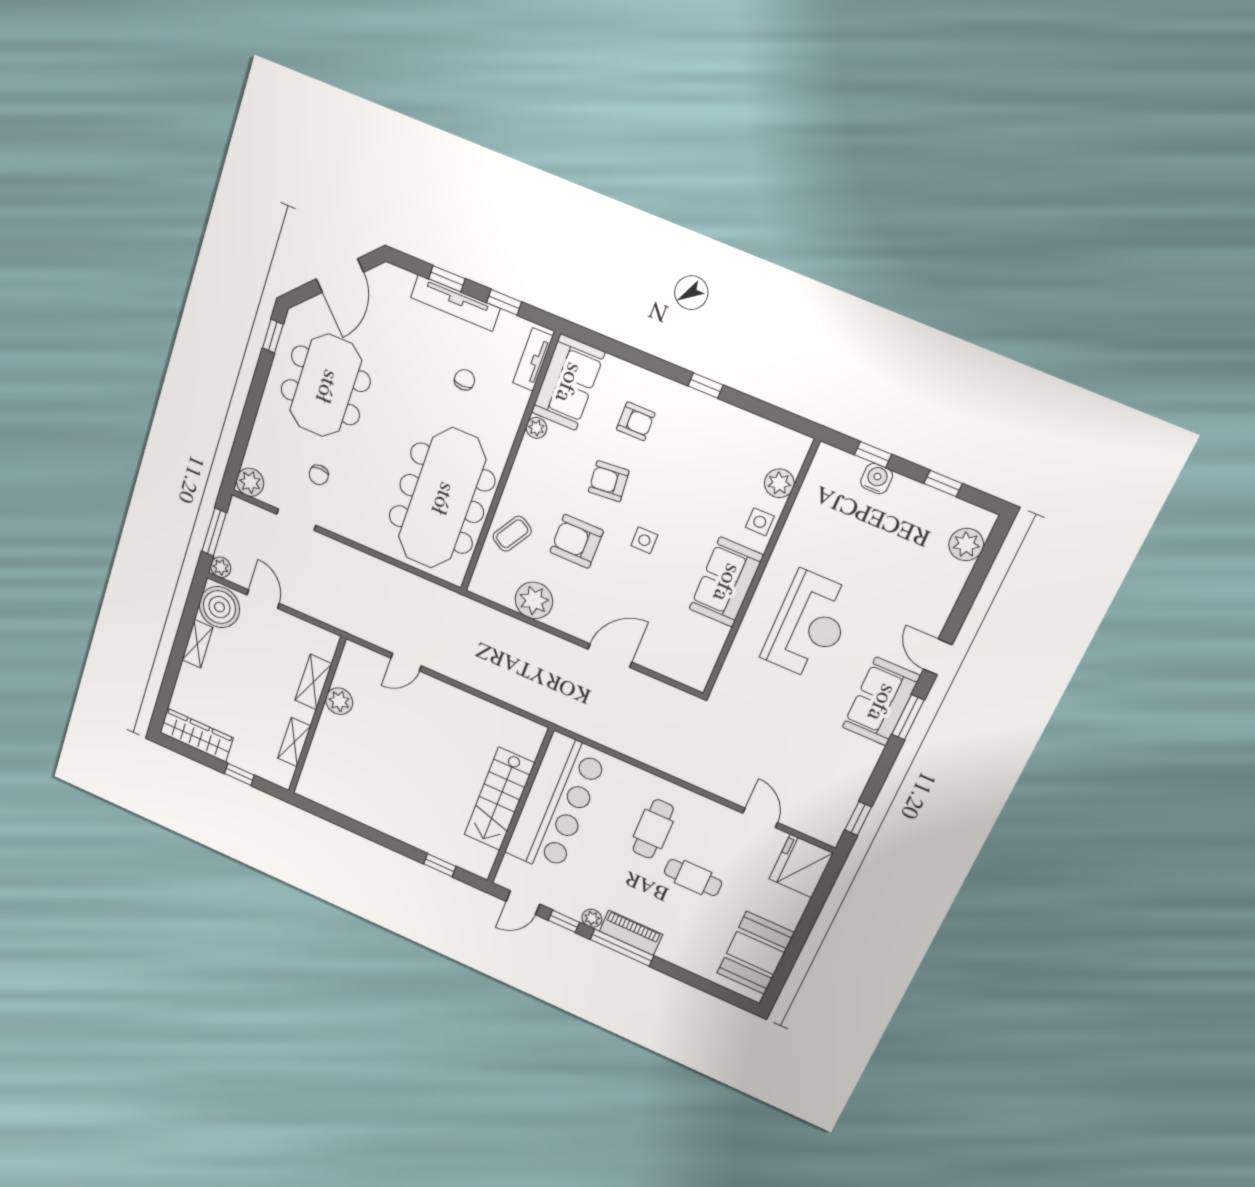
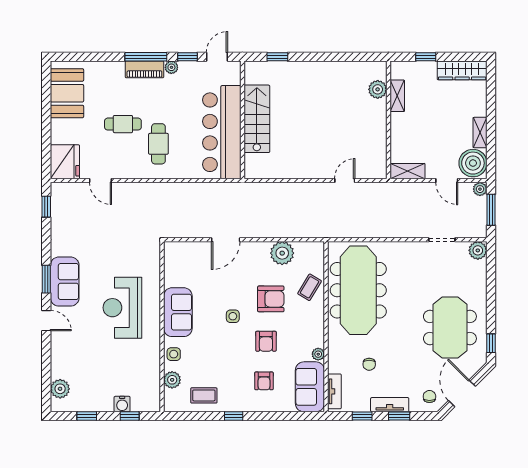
tv unit: (455, 303) -> (390, 405), width x0.71
armchair: (636, 421) -> (264, 381), turned -90
coffee table: (739, 438) -> (204, 395), added
chair: (319, 475) -> (429, 397), moved
armchair: (609, 481) -> (266, 341), turned 95
shelving: (313, 682) -> (407, 171), moved, turned 90
plant: (339, 701) -> (378, 89), moved

